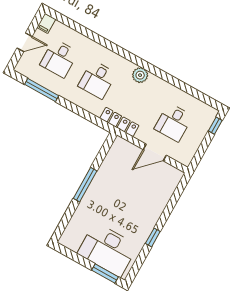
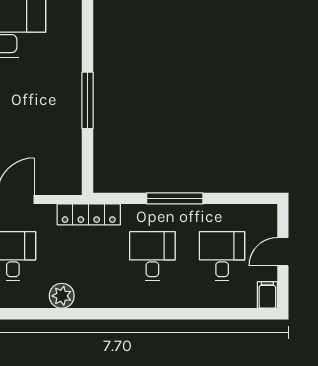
plant: (140, 75) -> (62, 296), moved
window: (42, 90) -> (175, 198), moved

